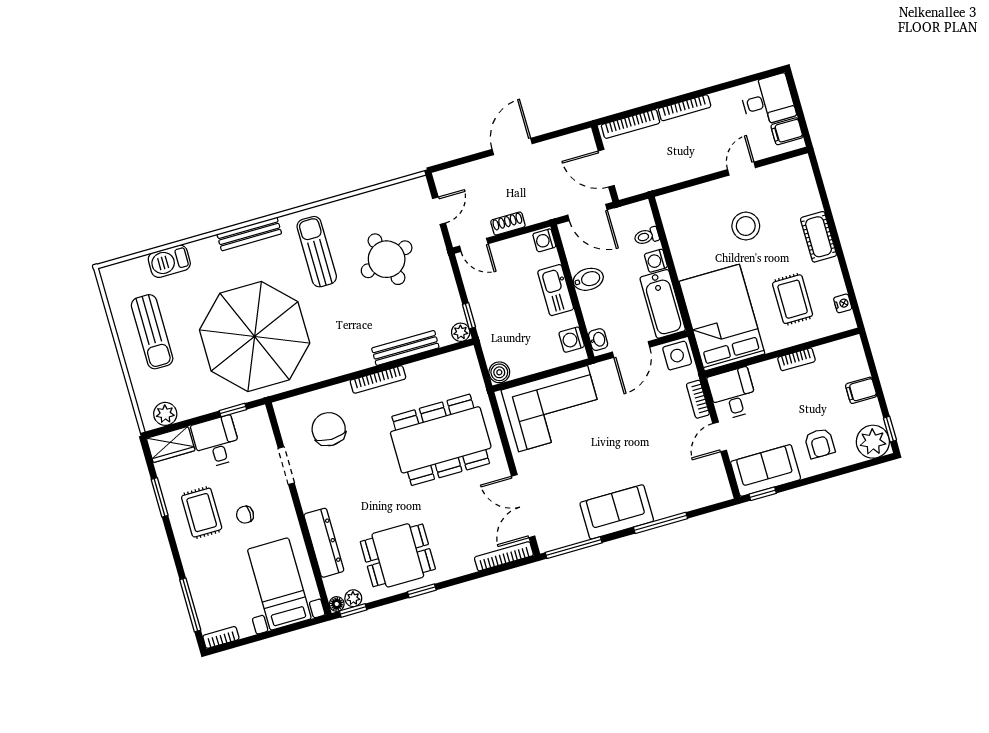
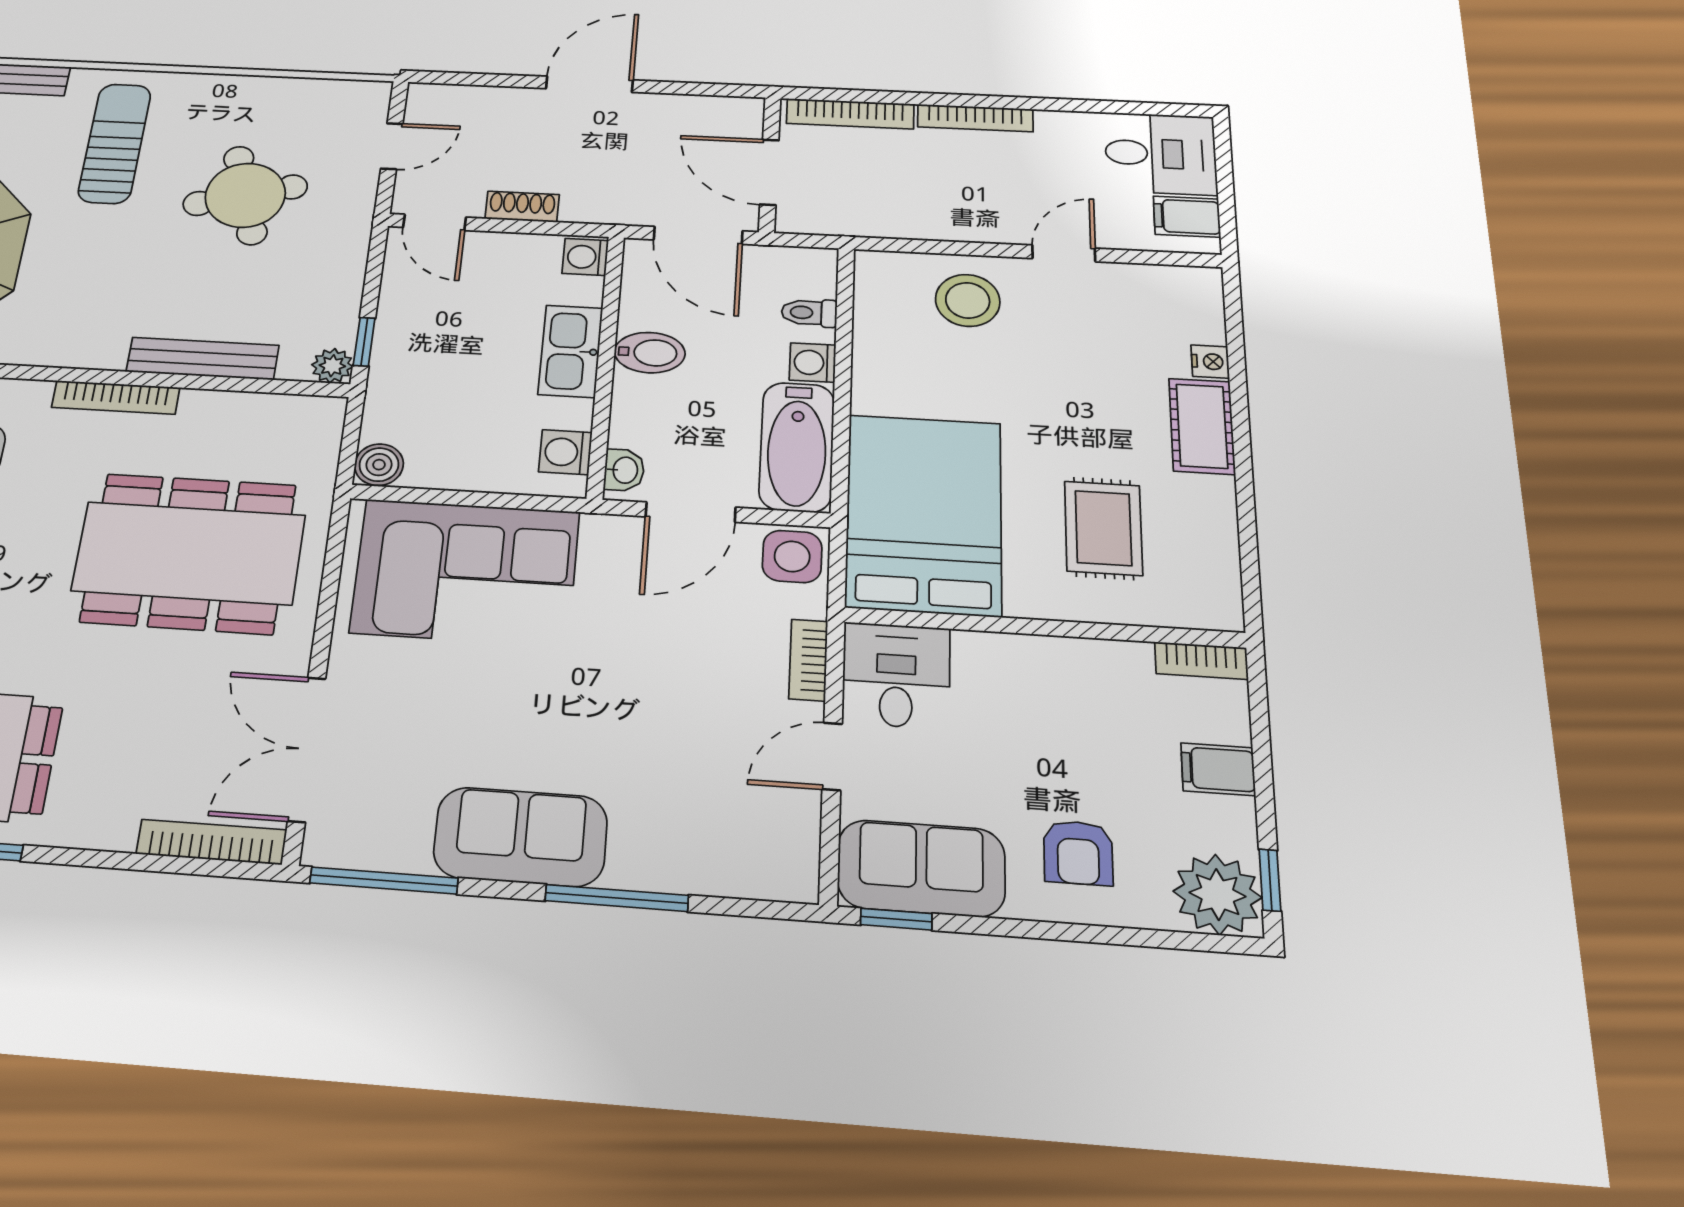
stool: (746, 226) -> (968, 300), moved
nightstand: (843, 303) -> (1210, 362), moved
bookcase: (796, 359) -> (1201, 661), moved

